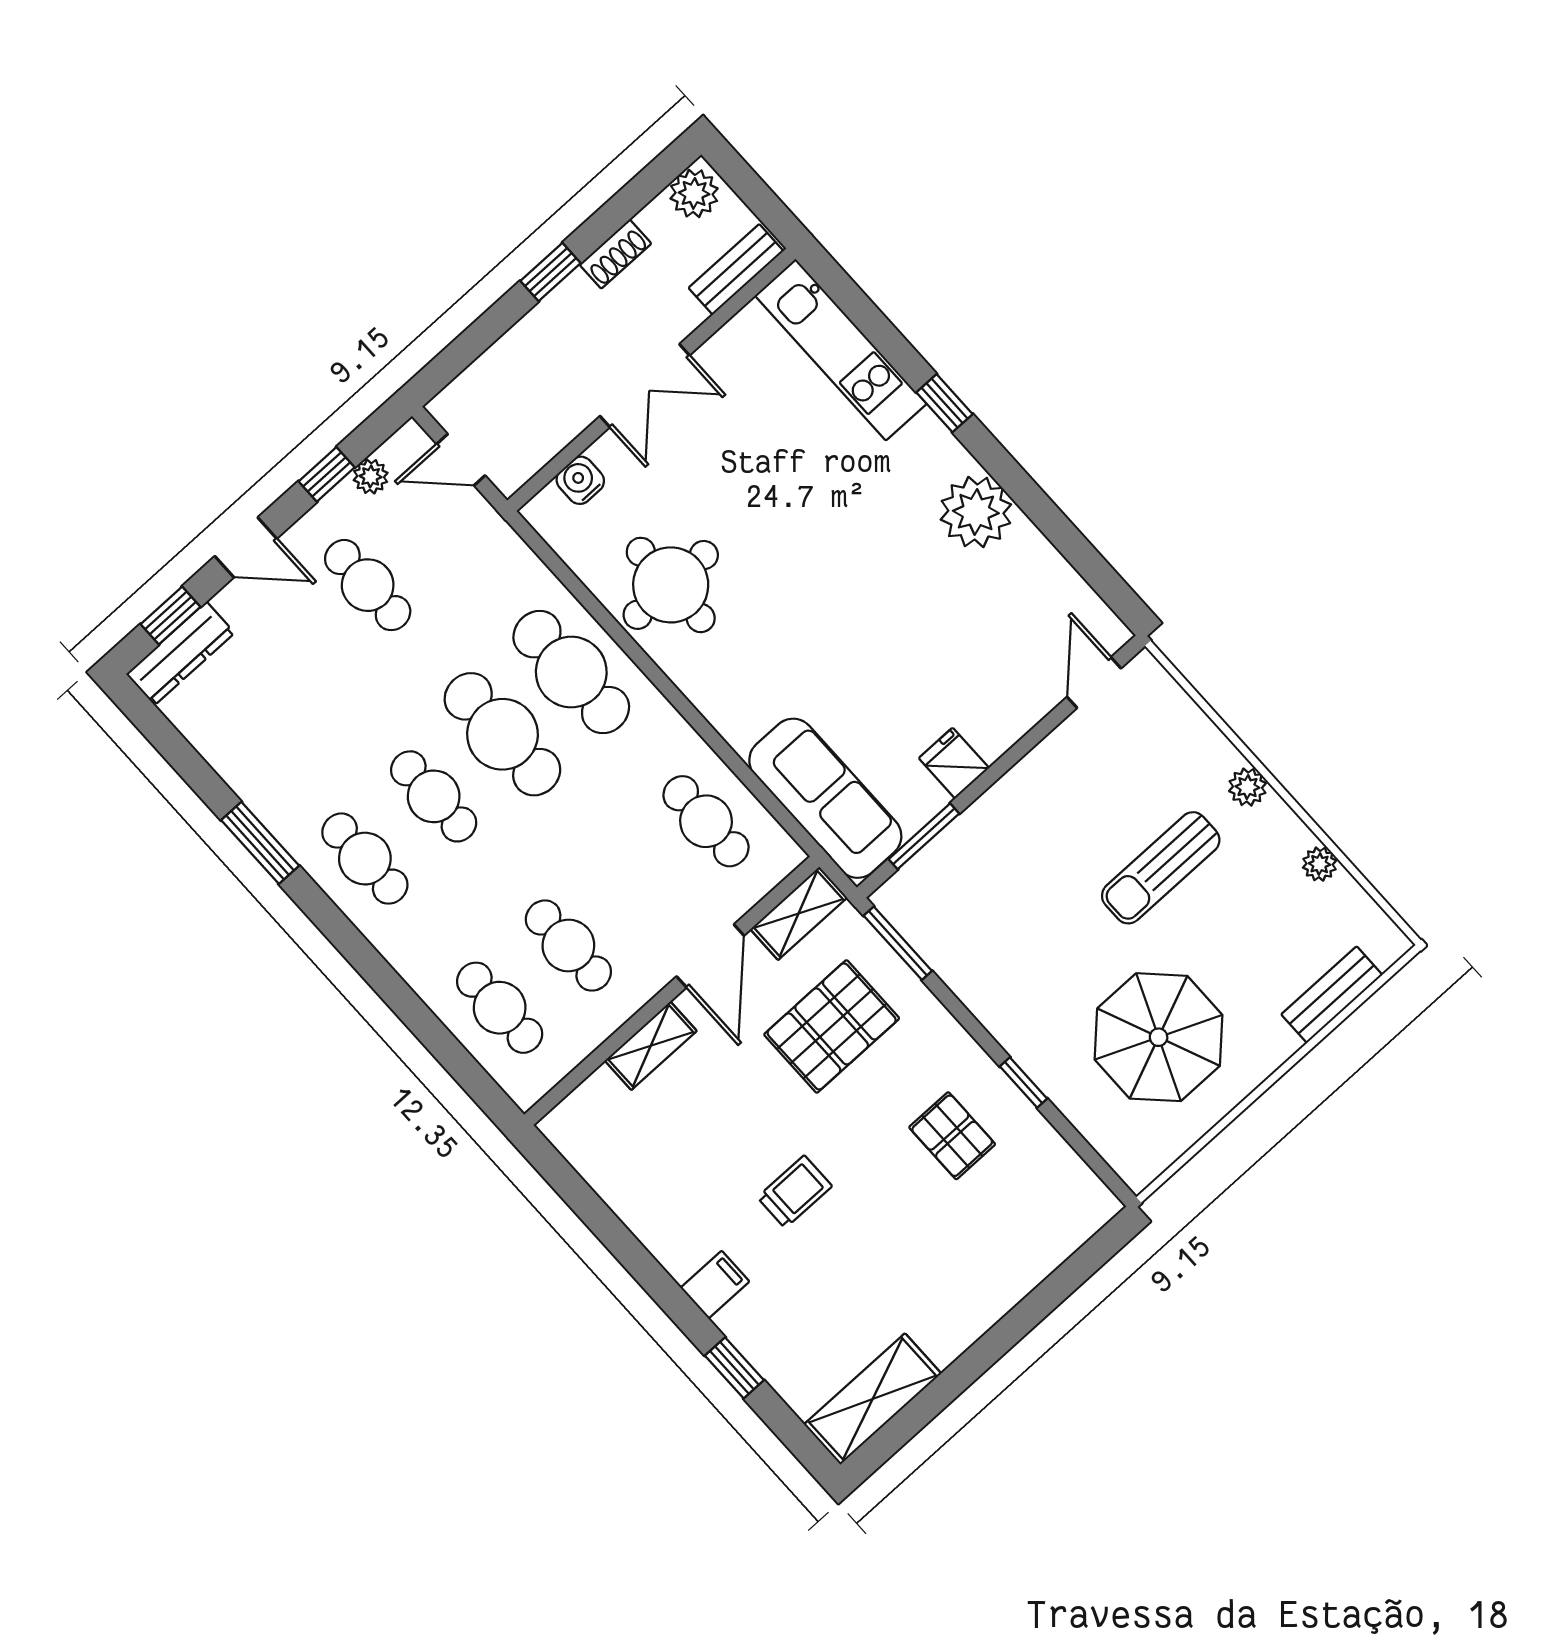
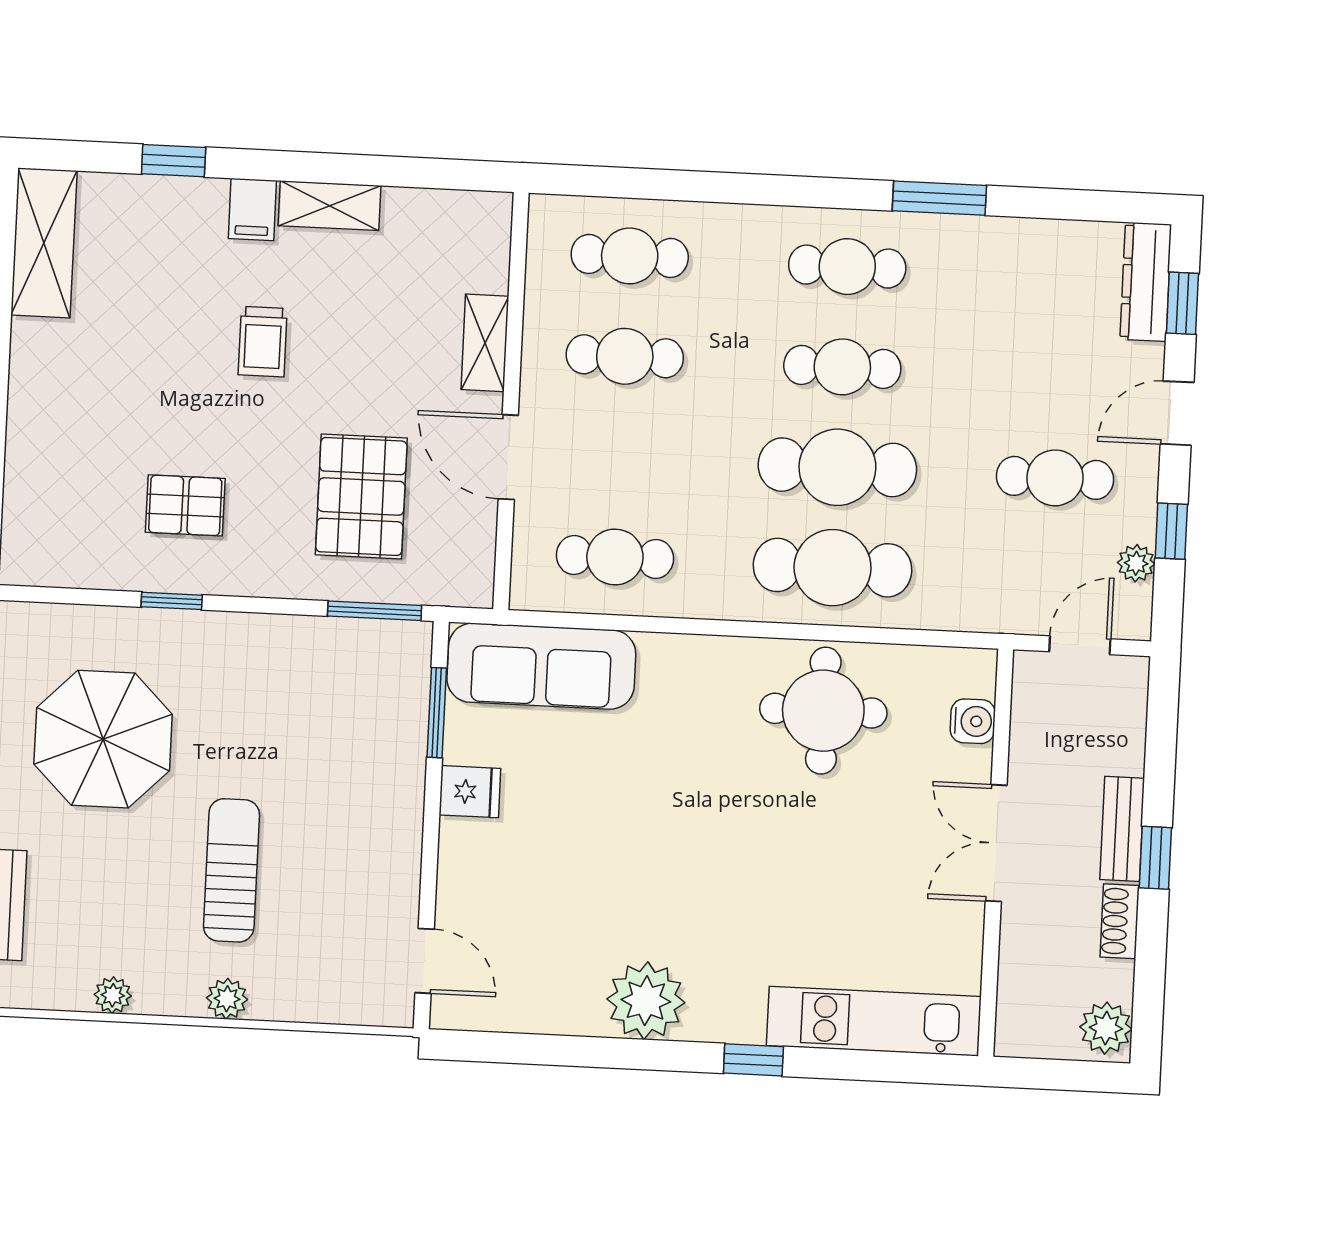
bench: (736, 269) -> (1122, 829), moved
shelving: (798, 914) -> (329, 206), moved, turned 90

